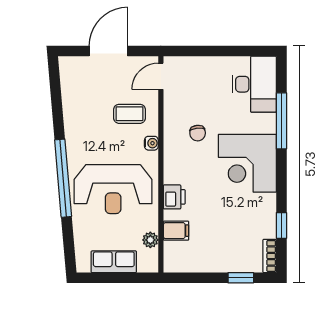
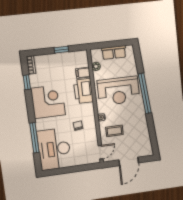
desk: (254, 84) -> (54, 149), width x1.36, depth x1.30
corner desk: (247, 163) -> (48, 102), moved
reception desk: (113, 189) -> (119, 91), turned 180
printer: (174, 197) -> (83, 91), width x1.87, depth x1.48
window: (241, 278) -> (61, 50), moved

